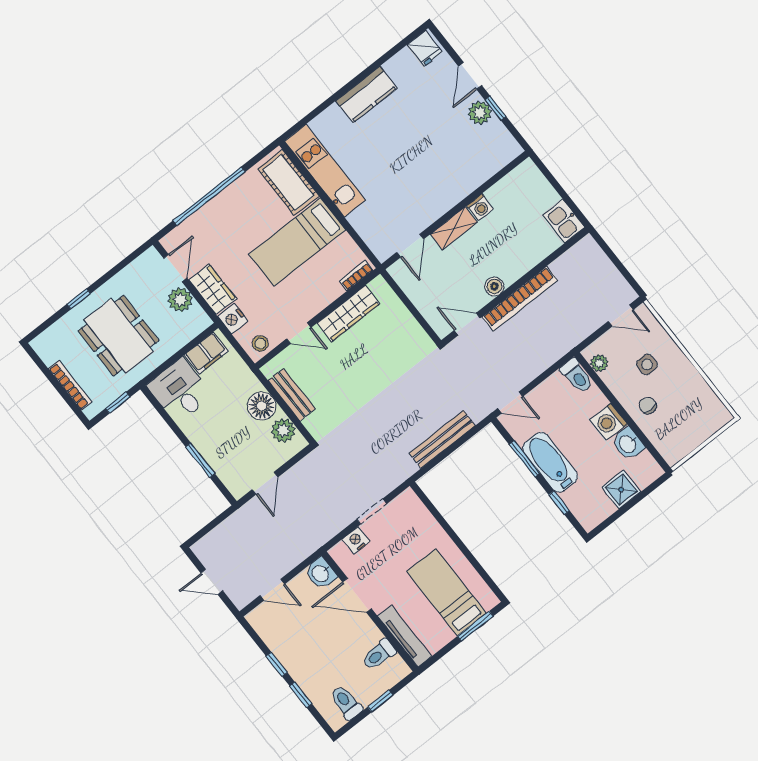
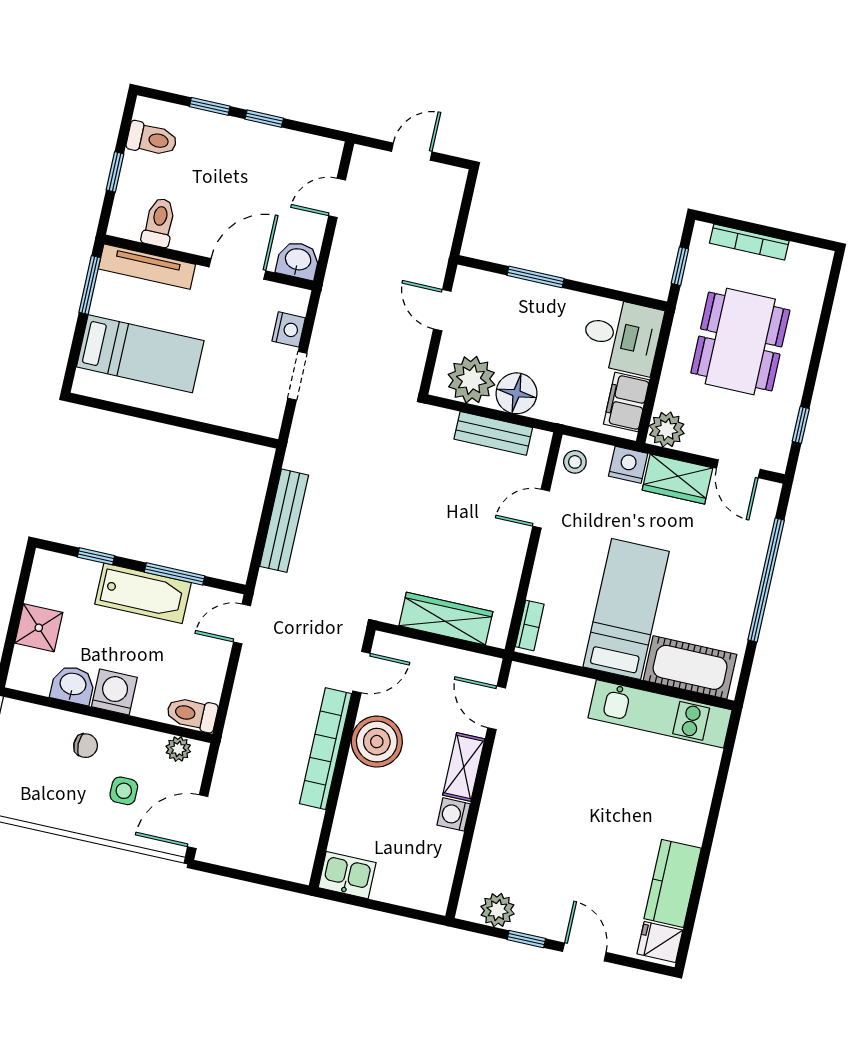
kitchen counter: (367, 94) -> (673, 883), moved
plant: (480, 113) -> (498, 910), moved
boiler: (494, 286) -> (377, 742), width x1.86, depth x1.86
window: (79, 299) -> (801, 425), moved
plant: (180, 300) -> (667, 429), moved
wardrobe: (348, 314) -> (446, 619), moved, turned 90
door: (621, 315) -> (198, 822), width x1.38
dining table: (118, 336) -> (740, 342), turned 90
plant: (283, 430) -> (471, 380), width x1.36, depth x1.36
window: (475, 626) -> (90, 285), moved

